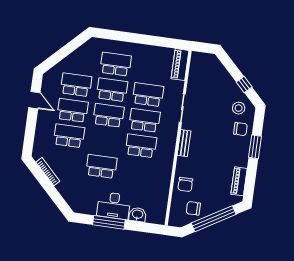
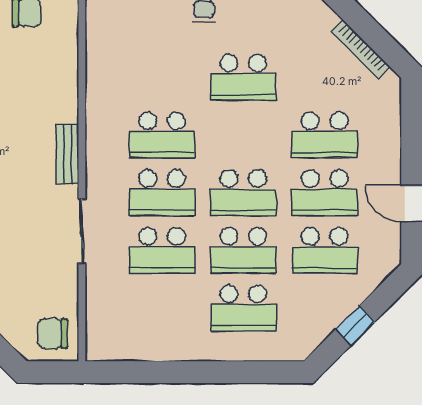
window: (67, 50) -> (355, 325), added
piano: (180, 65) -> (101, 327), removed
chair: (185, 184) -> (53, 334), moved, turned -90

